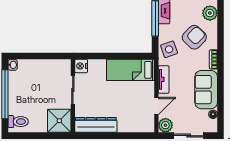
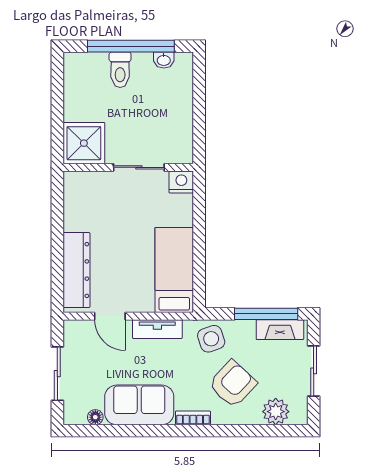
armchair: (194, 37) -> (233, 384), turned -91
washbasin: (13, 65) -> (164, 60), moved
toilet: (18, 122) -> (120, 70), moved
dresser: (96, 125) -> (76, 270), moved
plant: (165, 125) -> (76, 332), removed

